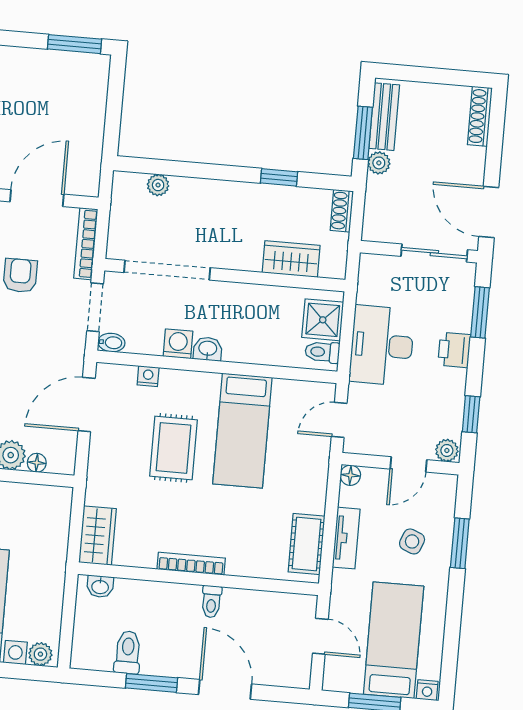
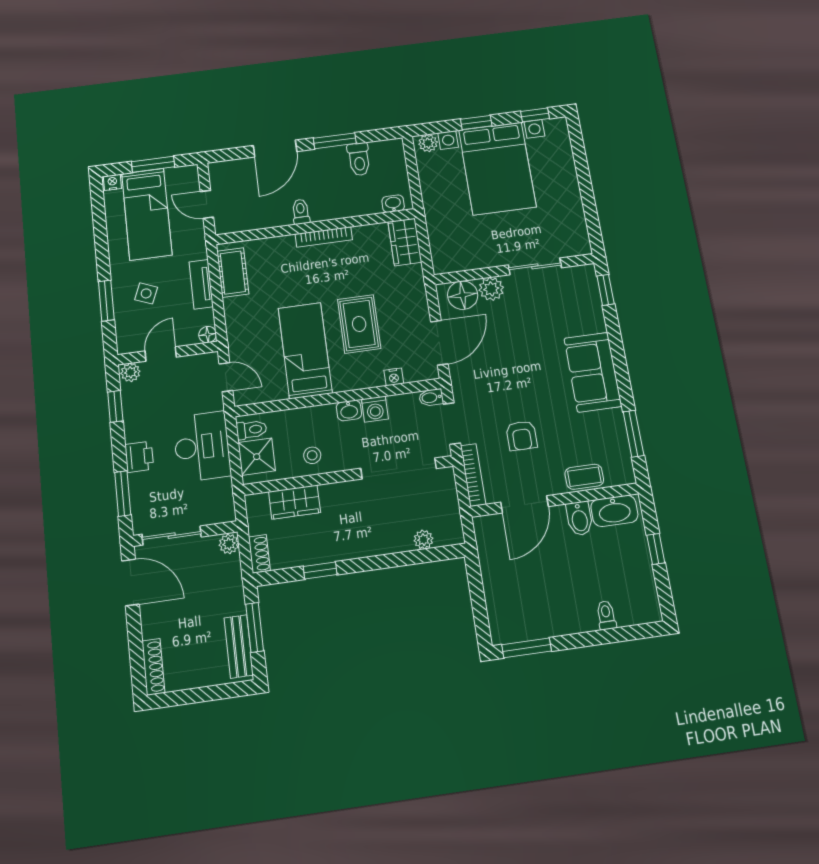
plant: (379, 163) -> (229, 544), moved
stool: (260, 307) -> (312, 455), added
door: (339, 420) -> (226, 377), hinge flipped
floor lamp: (37, 463) -> (463, 295), width x1.89, depth x1.89
door: (225, 689) -> (275, 149), hinge flipped

